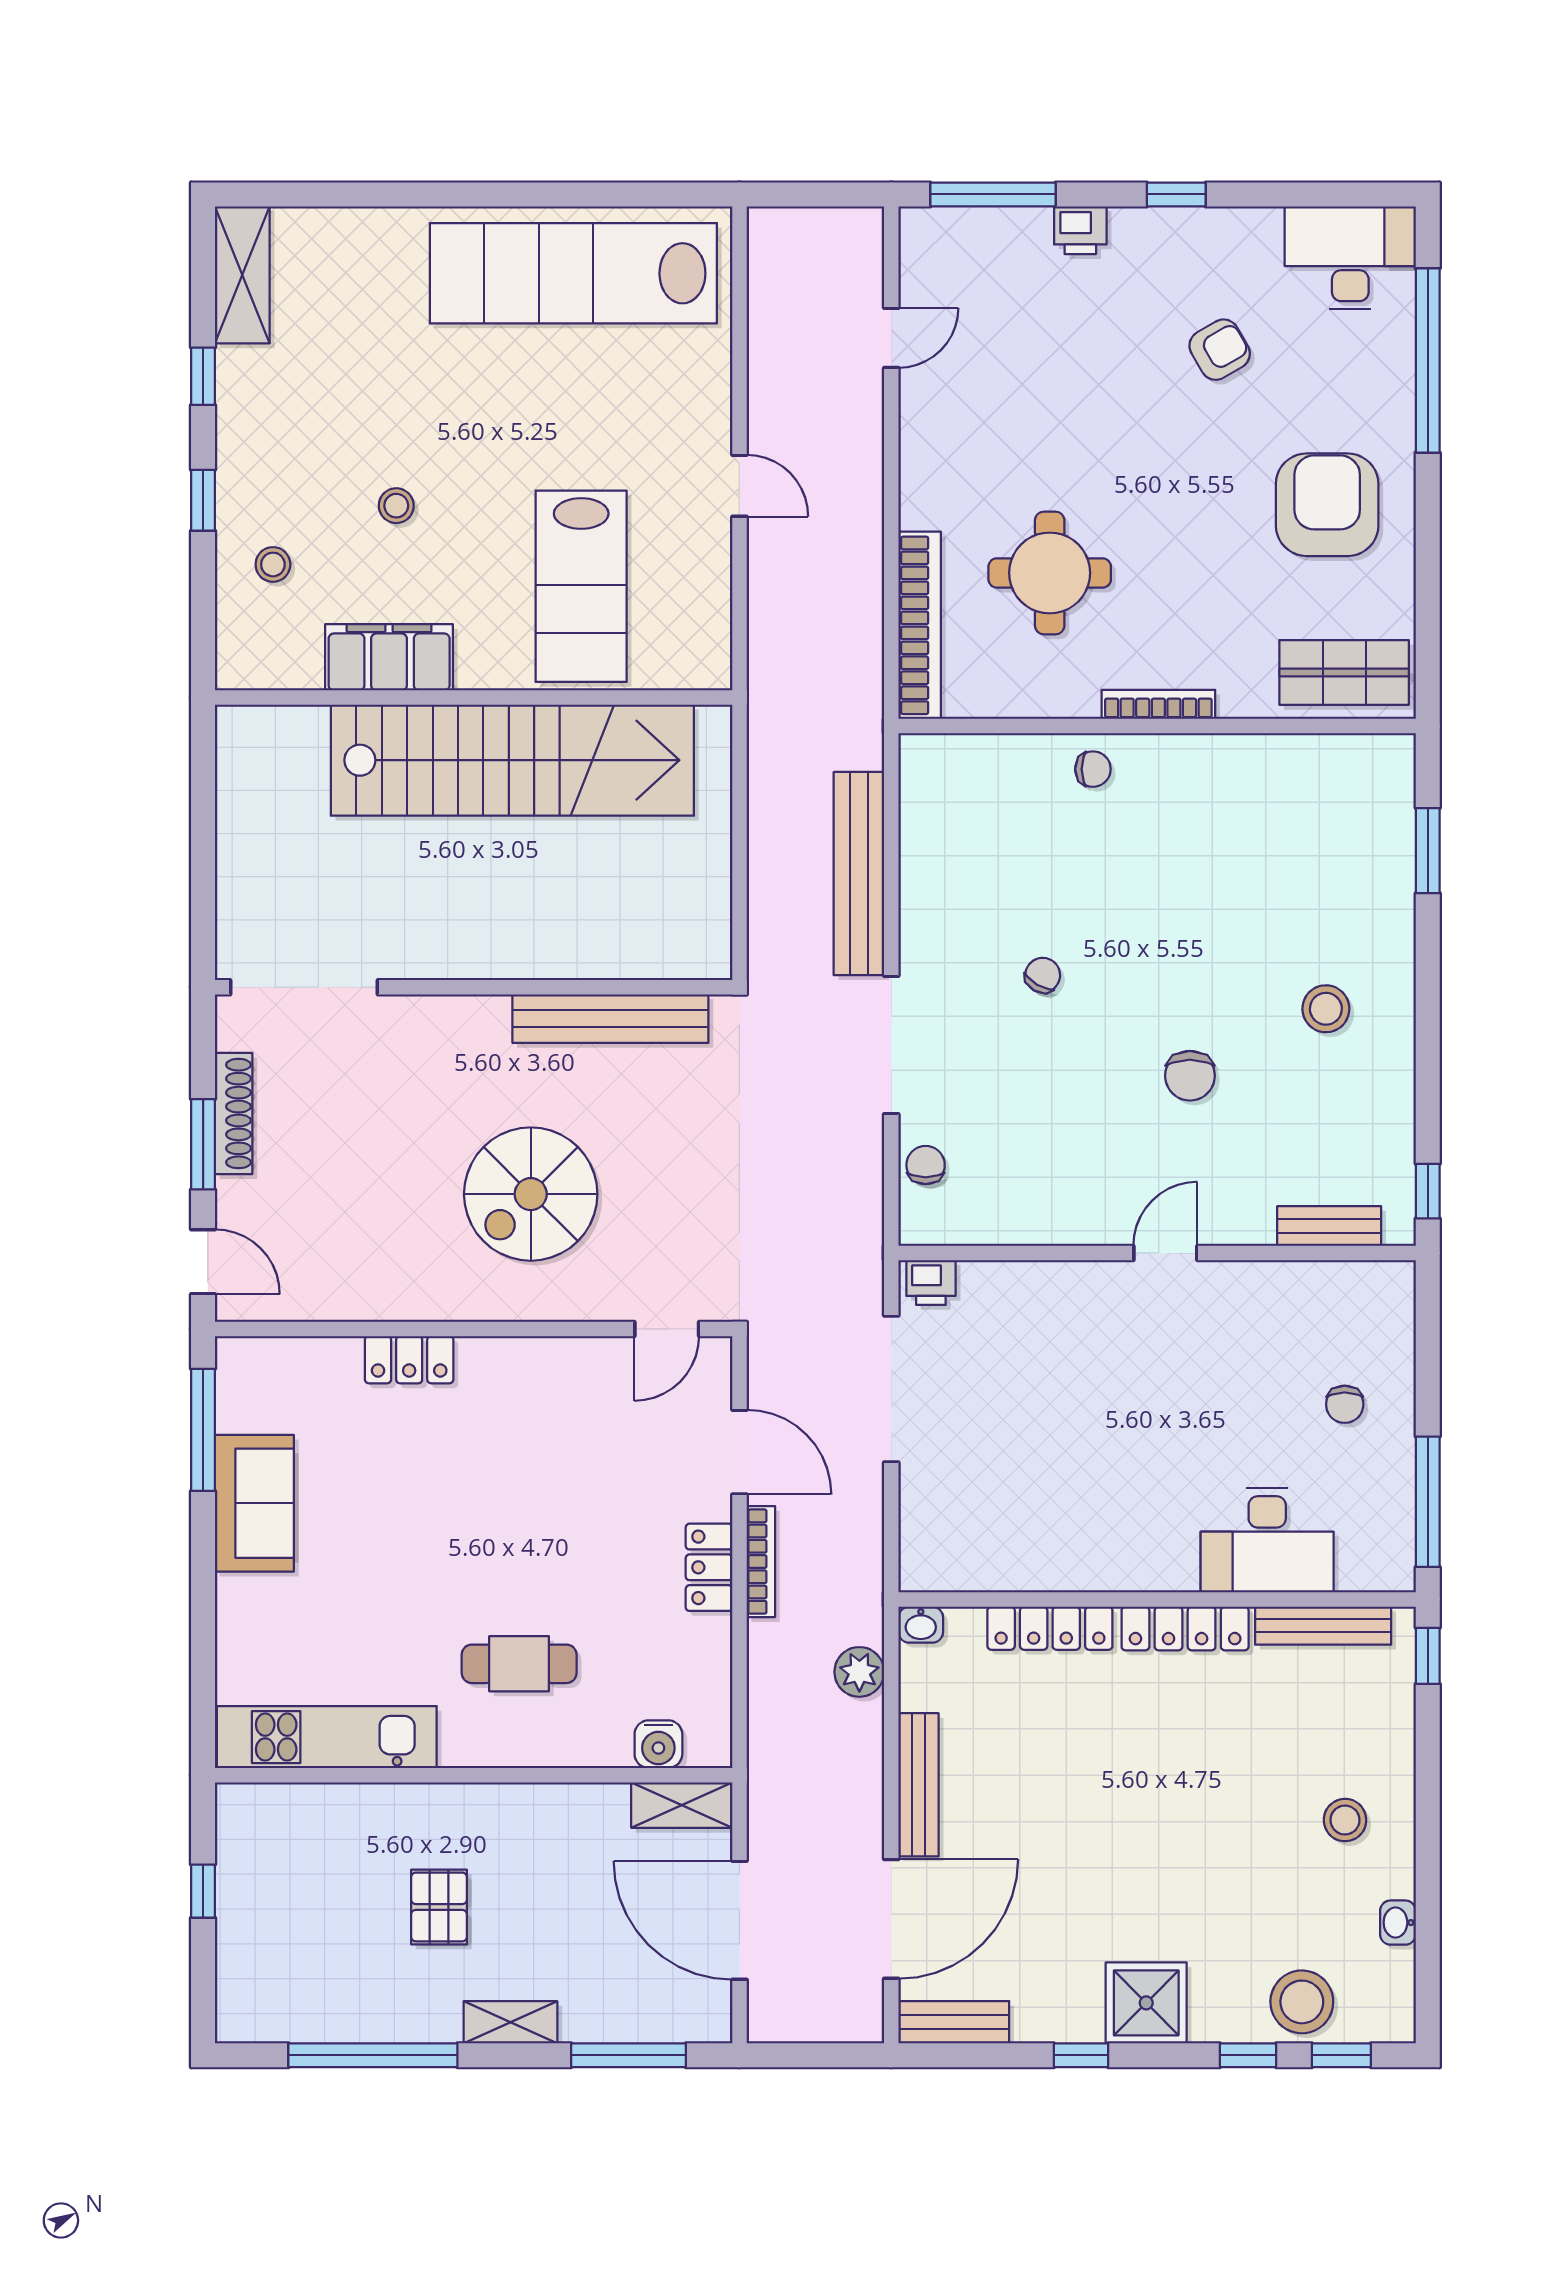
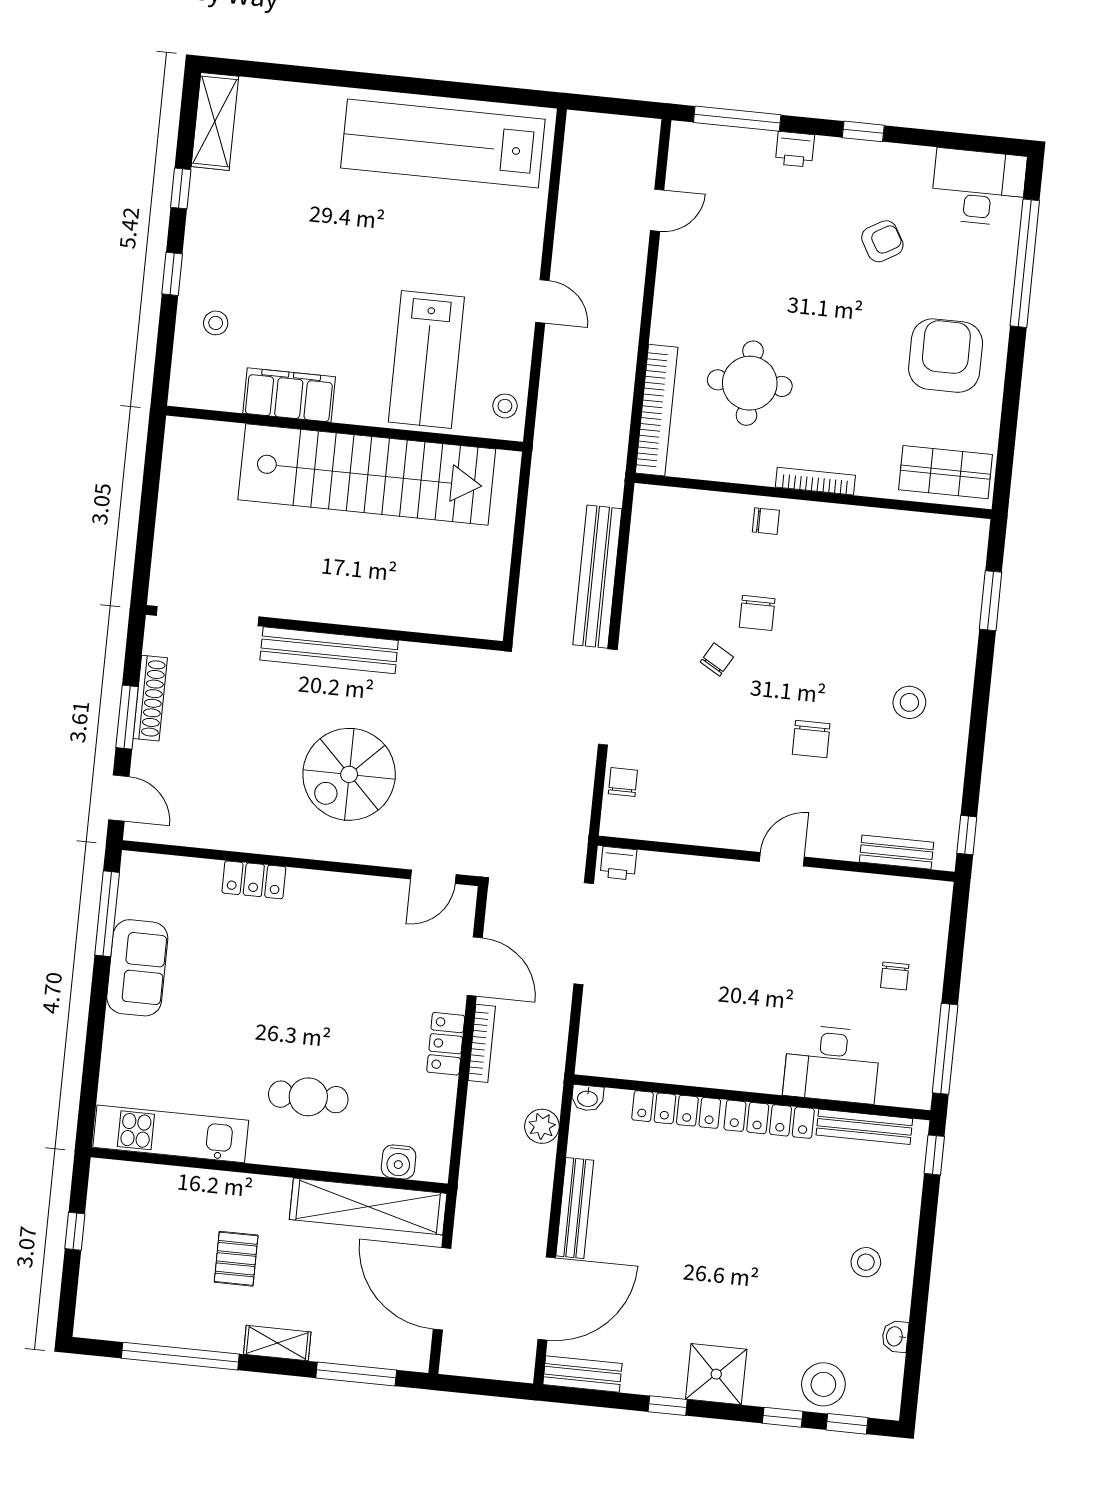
stool: (396, 506) -> (505, 406), moved
chair: (1094, 902) -> (757, 613), added
bench: (610, 1019) -> (329, 650), moved
shelving: (682, 1805) -> (368, 1206), width x2.20, depth x1.33

